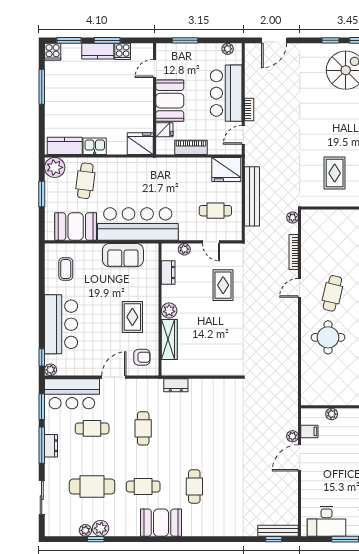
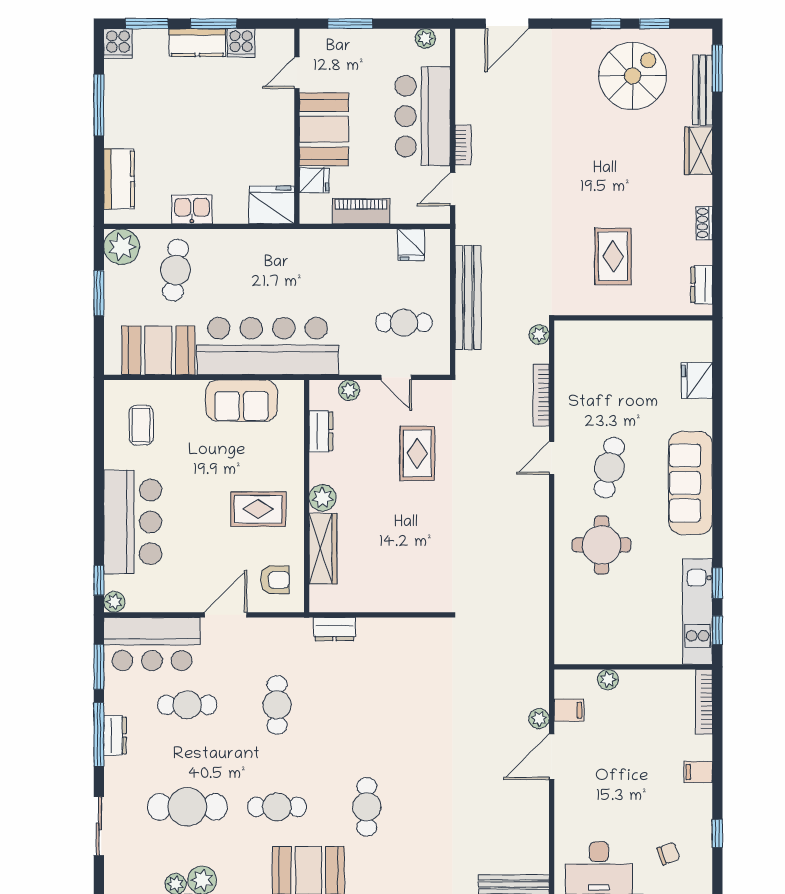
kitchen counter: (65, 146) -> (119, 179), moved, turned 90
fridge: (226, 169) -> (411, 245), width x0.53, depth x0.75
rug: (132, 317) -> (258, 509), turned 90

